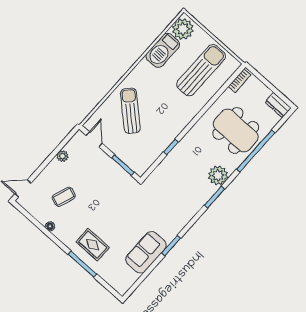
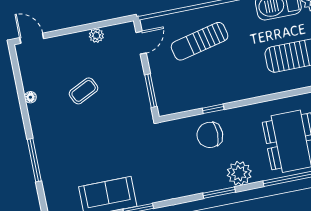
sun lounger: (130, 111) -> (200, 41), turned -145
chair: (181, 165) -> (210, 135), added
coffee table: (64, 197) -> (84, 91), moved, turned -46
rug: (93, 245) -> (60, 148), removed

